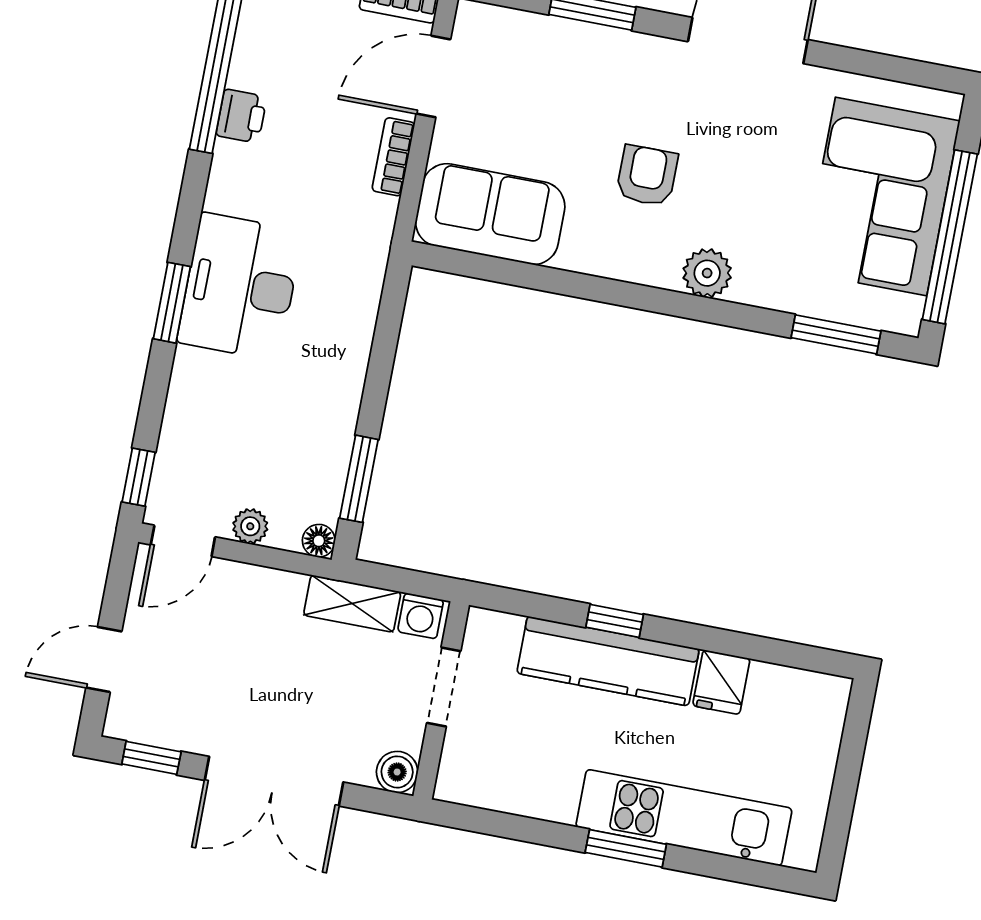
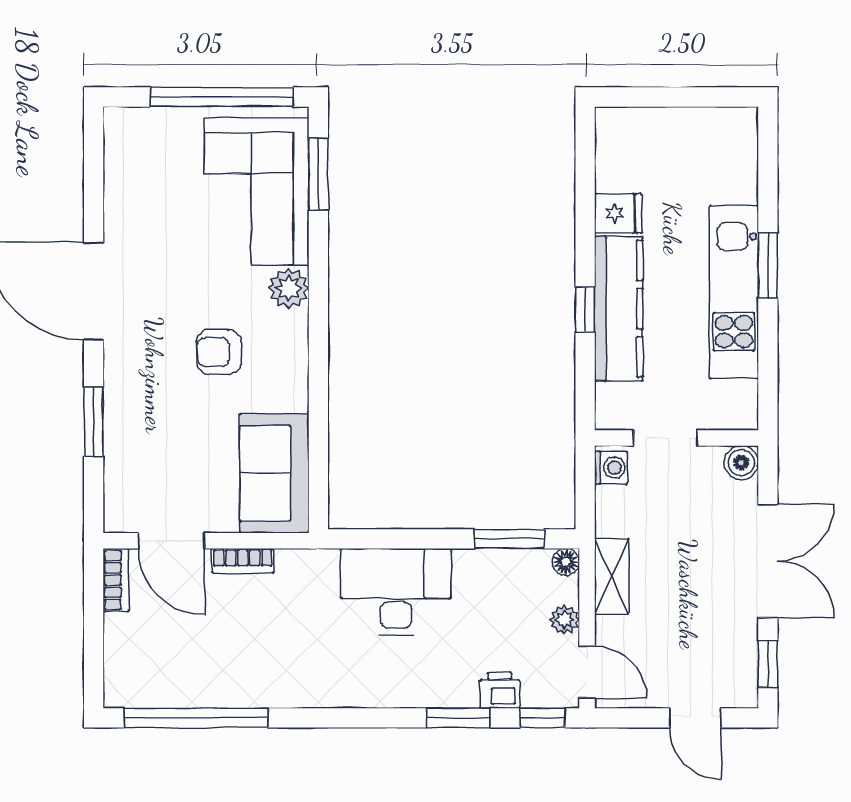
printer: (241, 116) -> (500, 690), moved
corner sofa: (881, 197) -> (256, 191), moved, turned 90
desk: (240, 287) -> (396, 592), moved, turned 180
window: (172, 303) -> (458, 718), moved
shelving: (352, 604) -> (612, 576), moved
kitchen unit: (684, 818) -> (734, 292), moved

